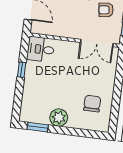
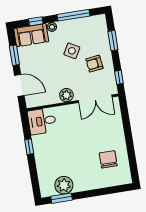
plant: (71, 32) -> (66, 95), added
plant: (59, 118) -> (64, 185), moved

